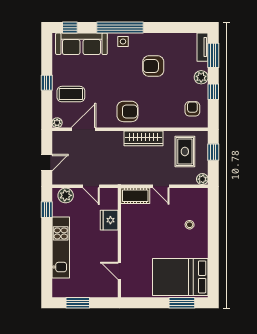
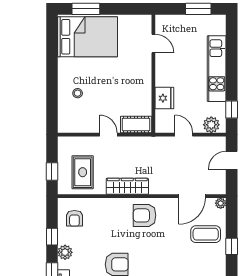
plant: (202, 179) -> (64, 142), removed

